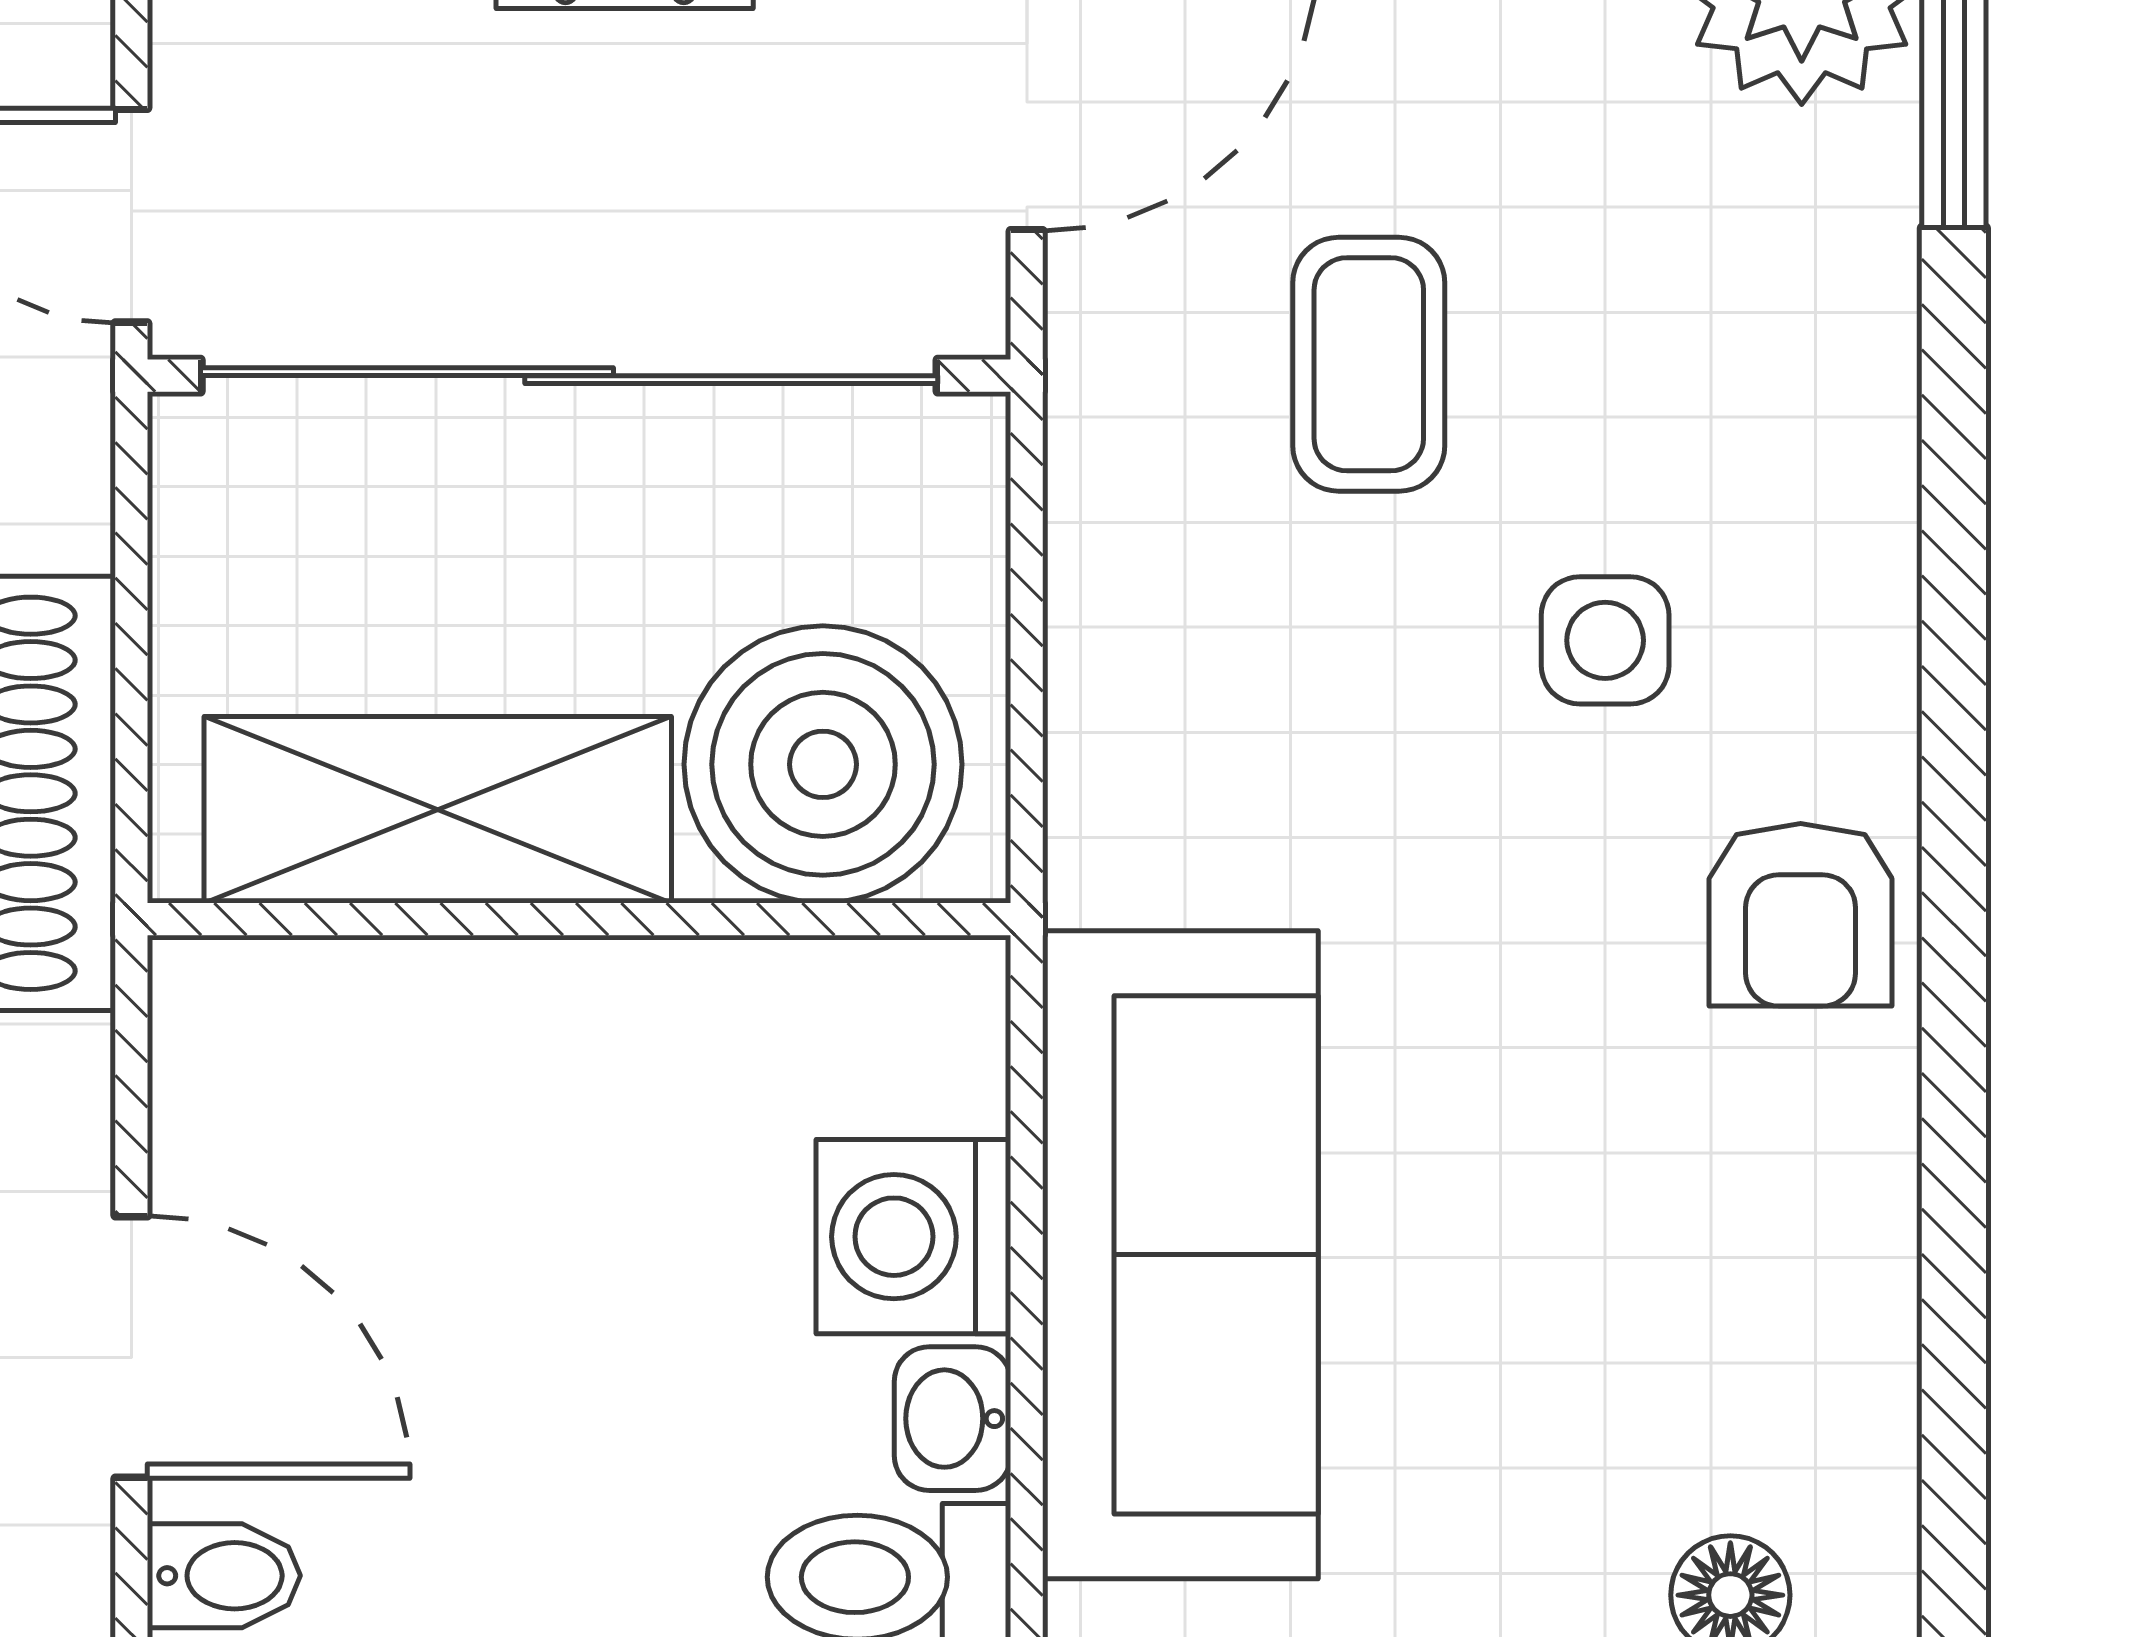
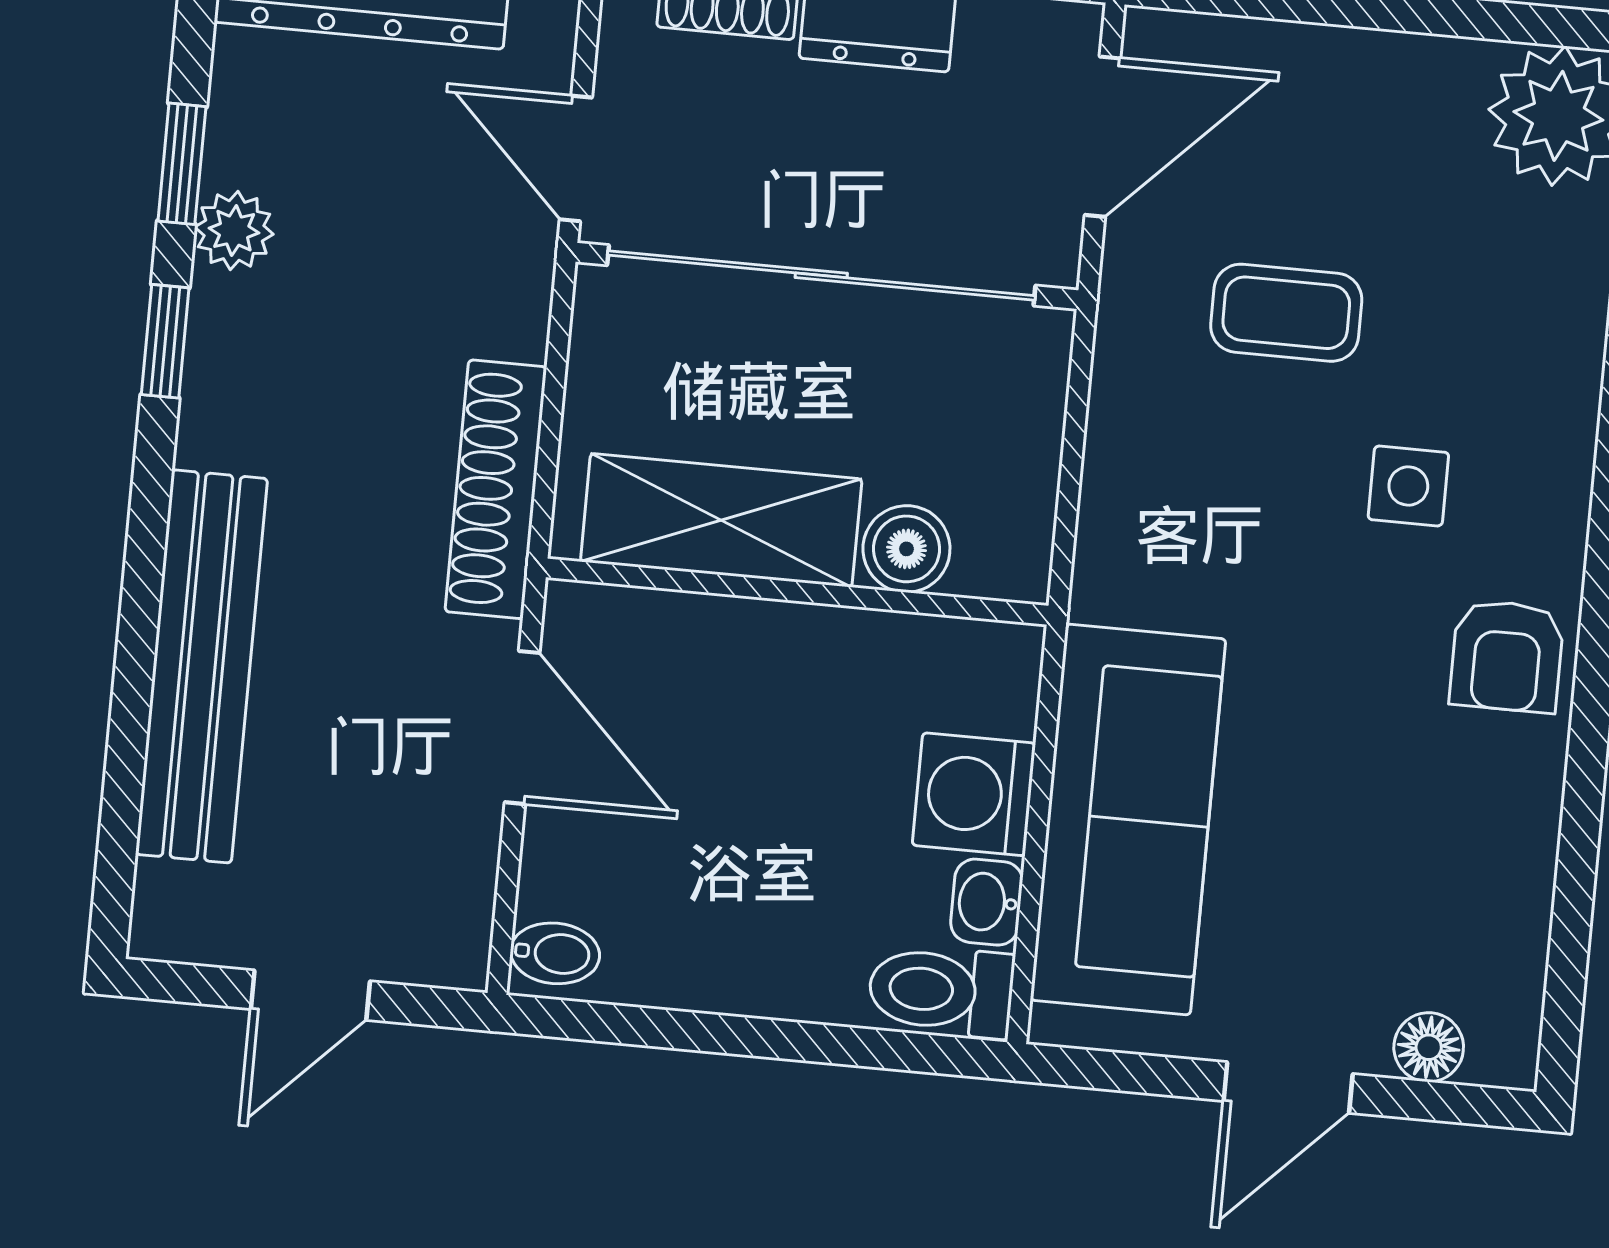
coffee table: (1369, 364) -> (1286, 313), turned 90
boiler: (823, 764) -> (906, 549), width x0.54, depth x0.54
door: (131, 1347) -> (522, 727), moved

